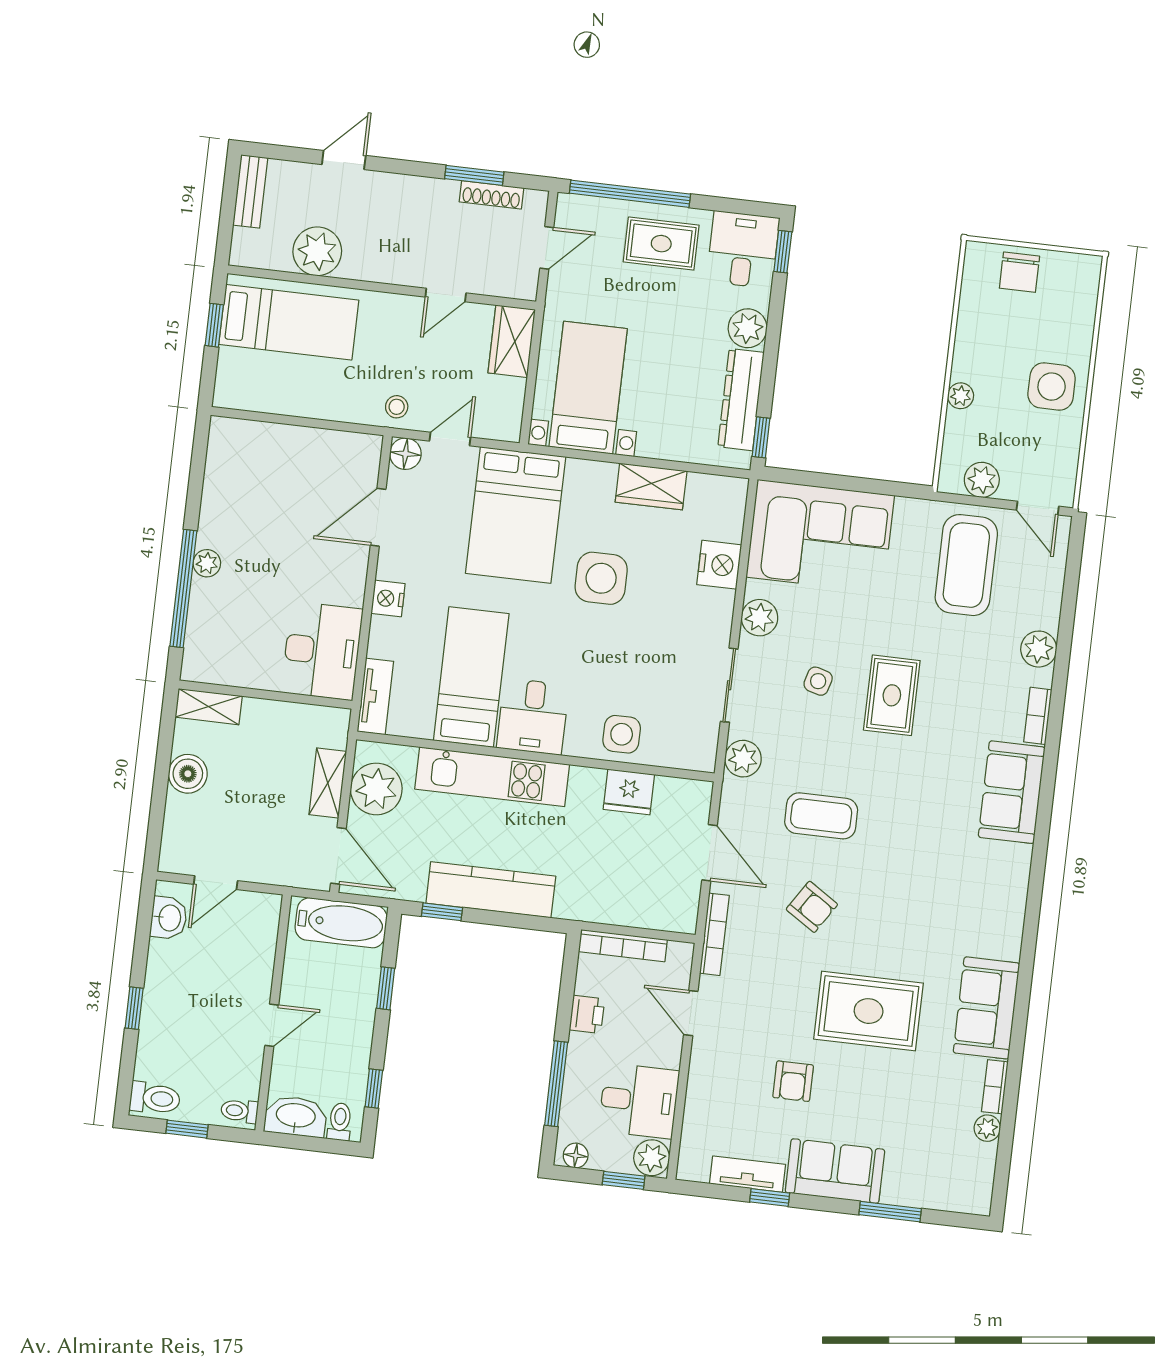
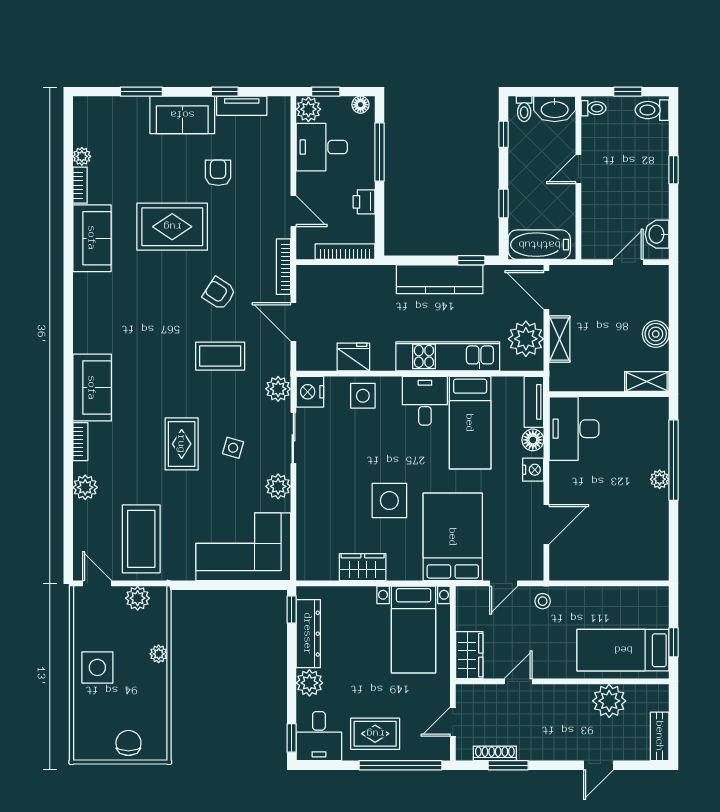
floor lamp: (405, 454) -> (533, 440), moved
nightstand: (719, 565) -> (310, 392), moved

